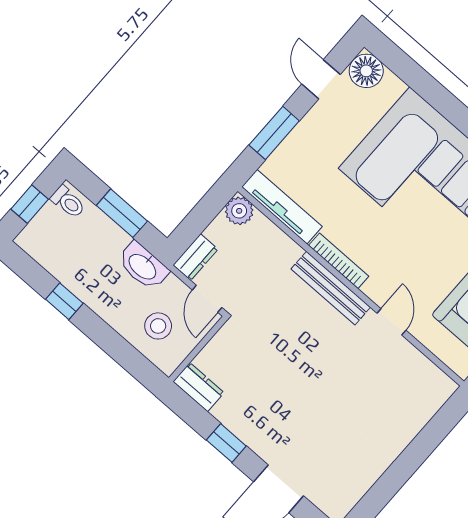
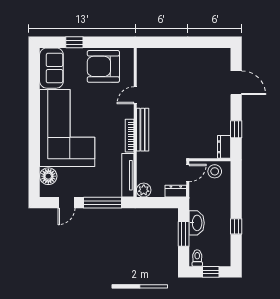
floor lamp: (366, 71) -> (48, 176), moved
window: (274, 133) -> (103, 203), width x1.44
washbasin: (143, 266) -> (197, 223), moved
stool: (158, 326) -> (215, 171), moved
window: (226, 443) -> (236, 129), moved

